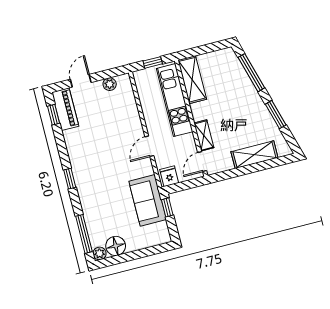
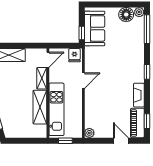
shelving: (192, 80) -> (40, 107), moved
door: (81, 81) -> (121, 141), swing flipped
plant: (110, 84) -> (89, 133), moved
fireplace: (73, 146) -> (139, 95), added
sofa: (148, 200) -> (95, 28), moved

